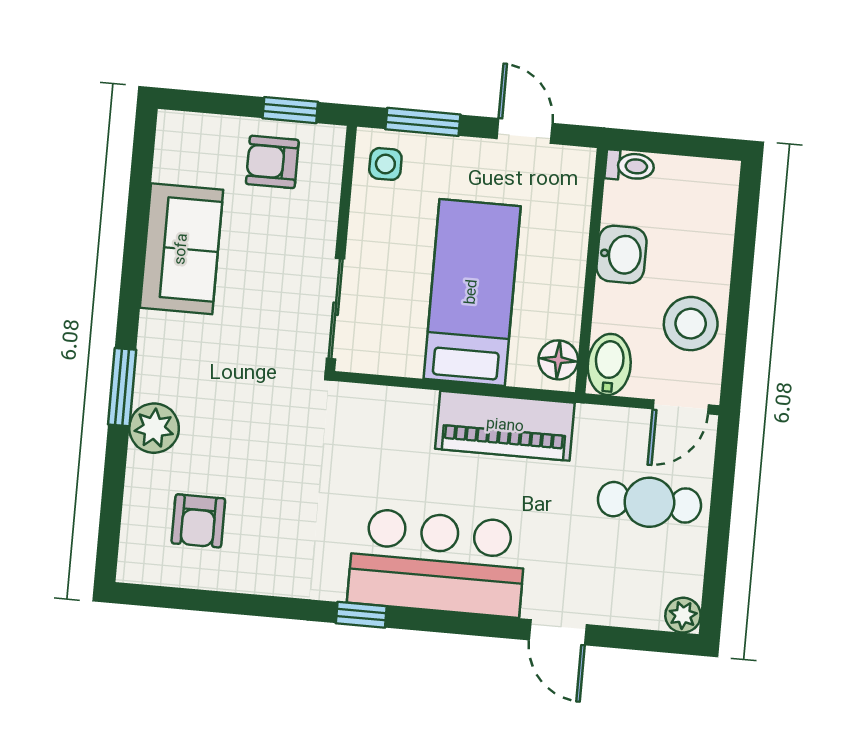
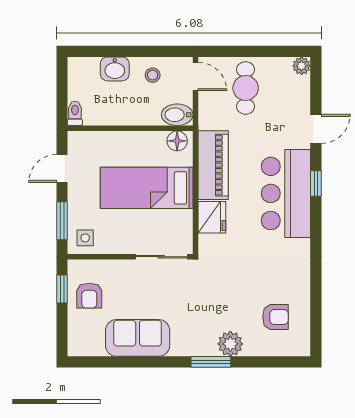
washbasin: (621, 254) -> (115, 69), moved, turned 180
stool: (691, 324) -> (153, 75), width x0.53, depth x0.53
fridge: (404, 414) -> (212, 217), added
window: (361, 615) -> (316, 184), moved

